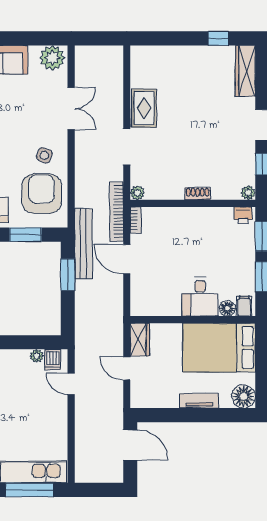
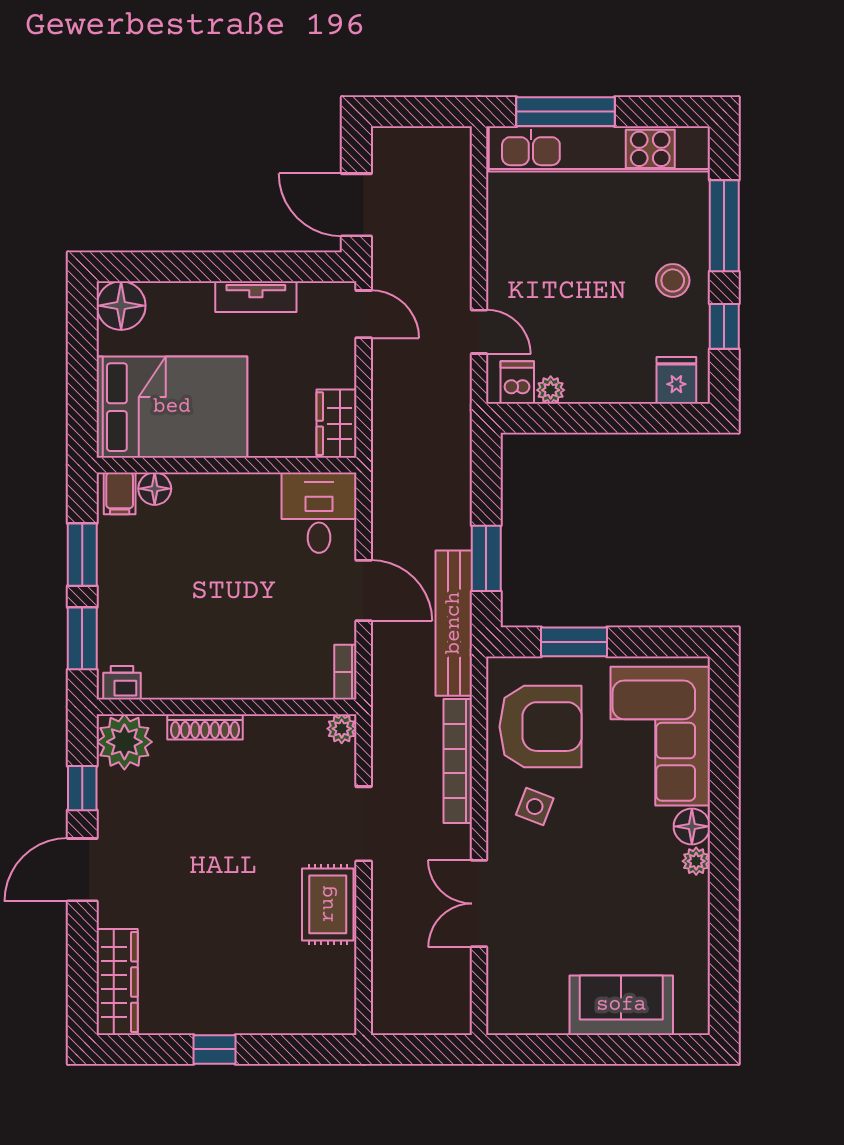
window: (218, 38) -> (214, 1049), moved
plant: (52, 58) -> (518, 1009), removed
plant: (248, 193) -> (124, 742), width x1.87, depth x1.87
armchair: (42, 194) -> (541, 727), turned -90
shoe rack: (198, 194) -> (205, 727), width x1.43
bookcase: (116, 212) -> (458, 761), moved, turned 180
desk: (200, 297) -> (319, 513), moved
door: (127, 369) -> (364, 314), moved
tv unit: (199, 401) -> (256, 297), moved

